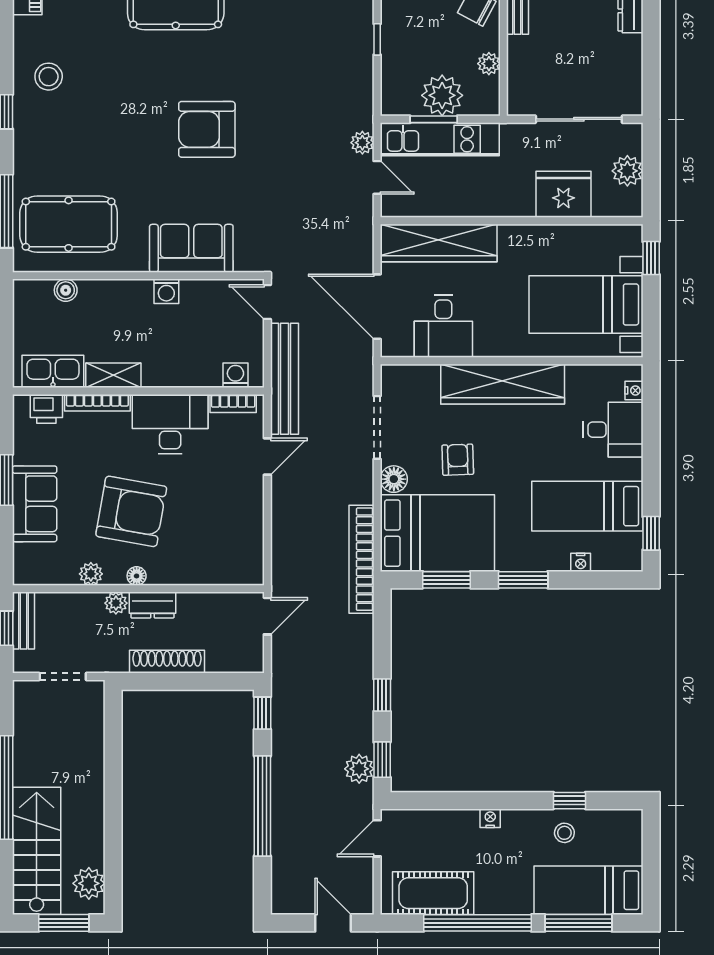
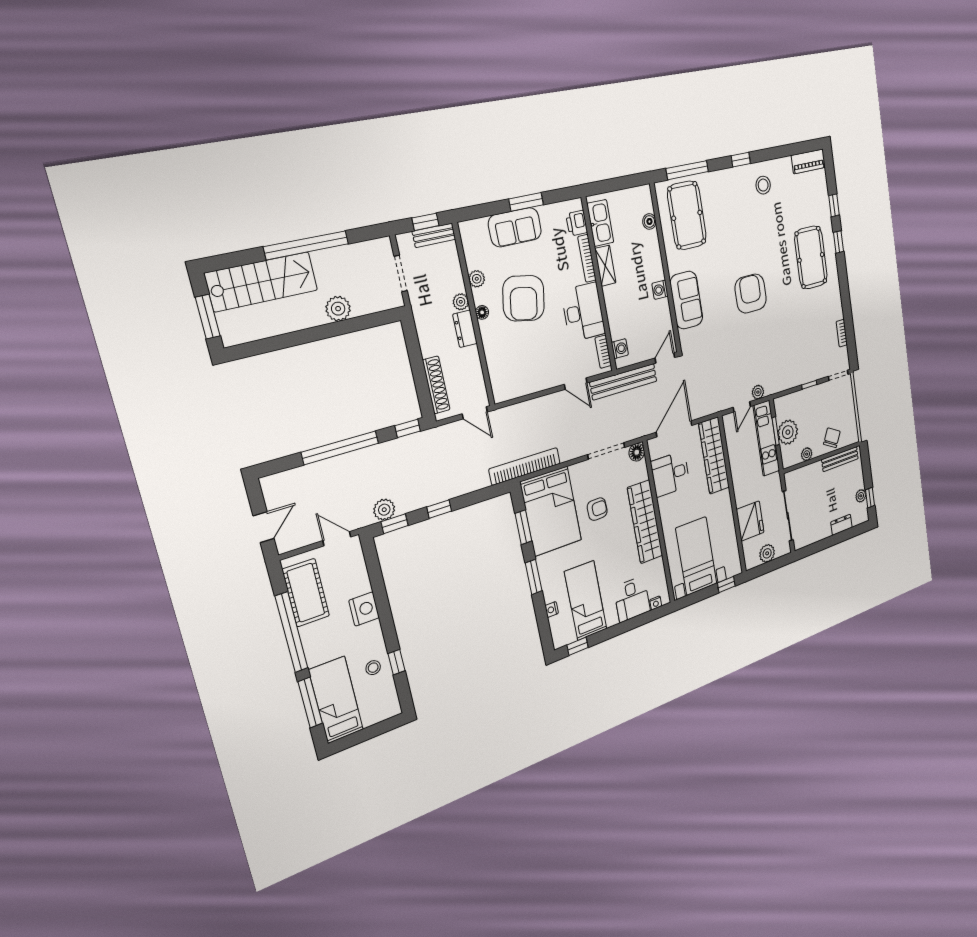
floor lamp: (394, 479) -> (637, 452), moved
shoe rack: (167, 662) -> (436, 385), moved
nightstand: (490, 818) -> (364, 609), width x1.89, depth x1.79
plant: (89, 883) -> (338, 309), moved

